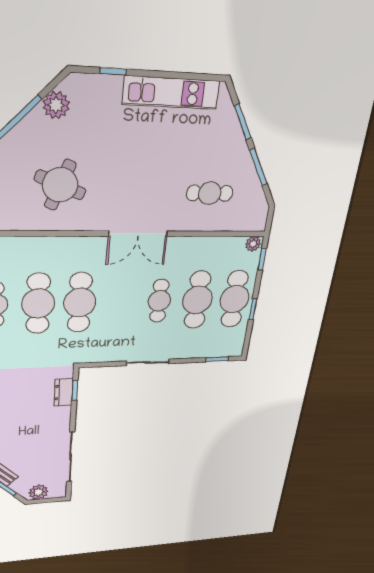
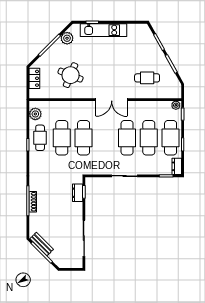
kitchen unit: (171, 93) -> (104, 30), moved
cafe table: (159, 301) -> (127, 138), width x1.37, depth x1.35
dresser: (237, 344) -> (177, 166), added
plant: (38, 492) -> (66, 262), removed

